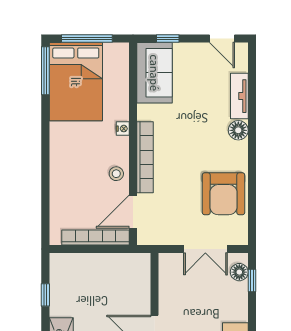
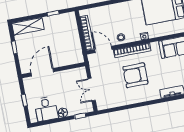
floor lamp: (238, 130) -> (155, 95), removed
armchair: (224, 194) -> (135, 75), moved
floor lamp: (239, 272) -> (63, 113), moved

